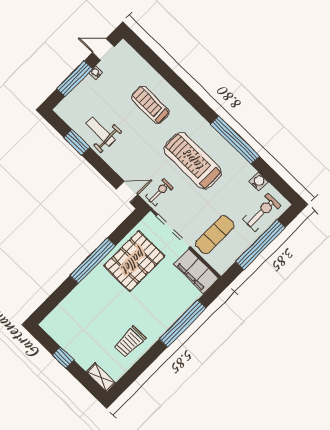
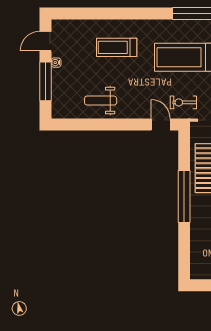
window: (77, 142) -> (91, 125), removed
door: (127, 192) -> (161, 125), hinge flipped
exercise bike: (159, 192) -> (183, 102), turned -90

